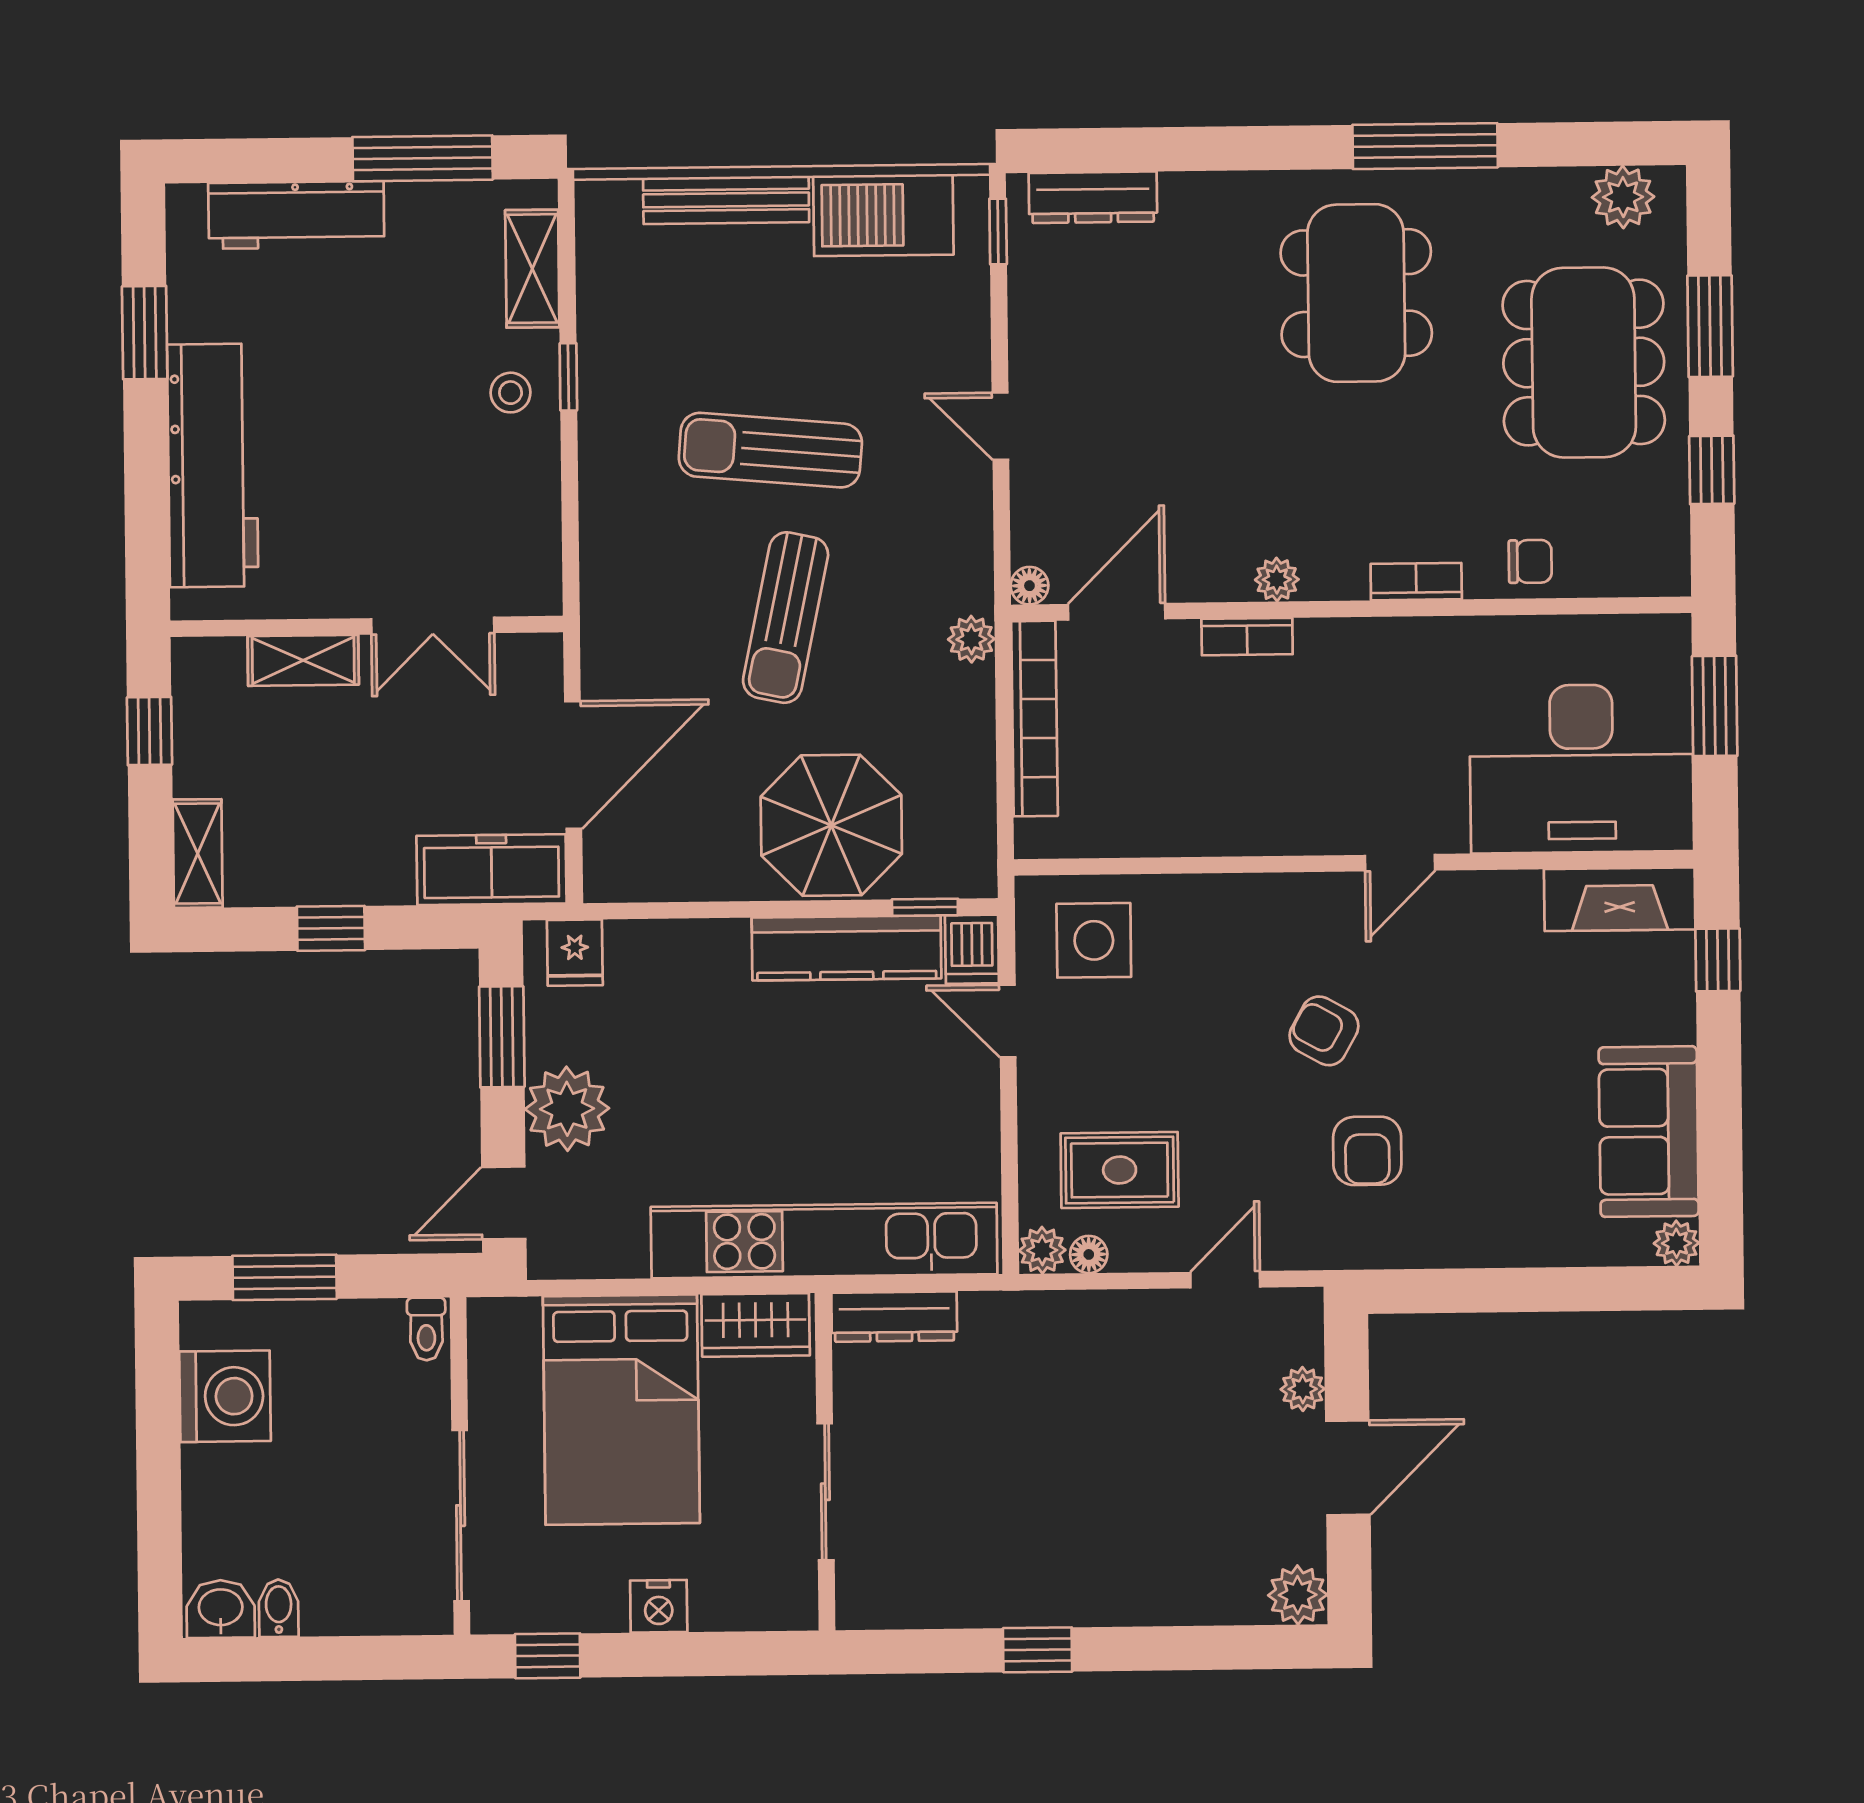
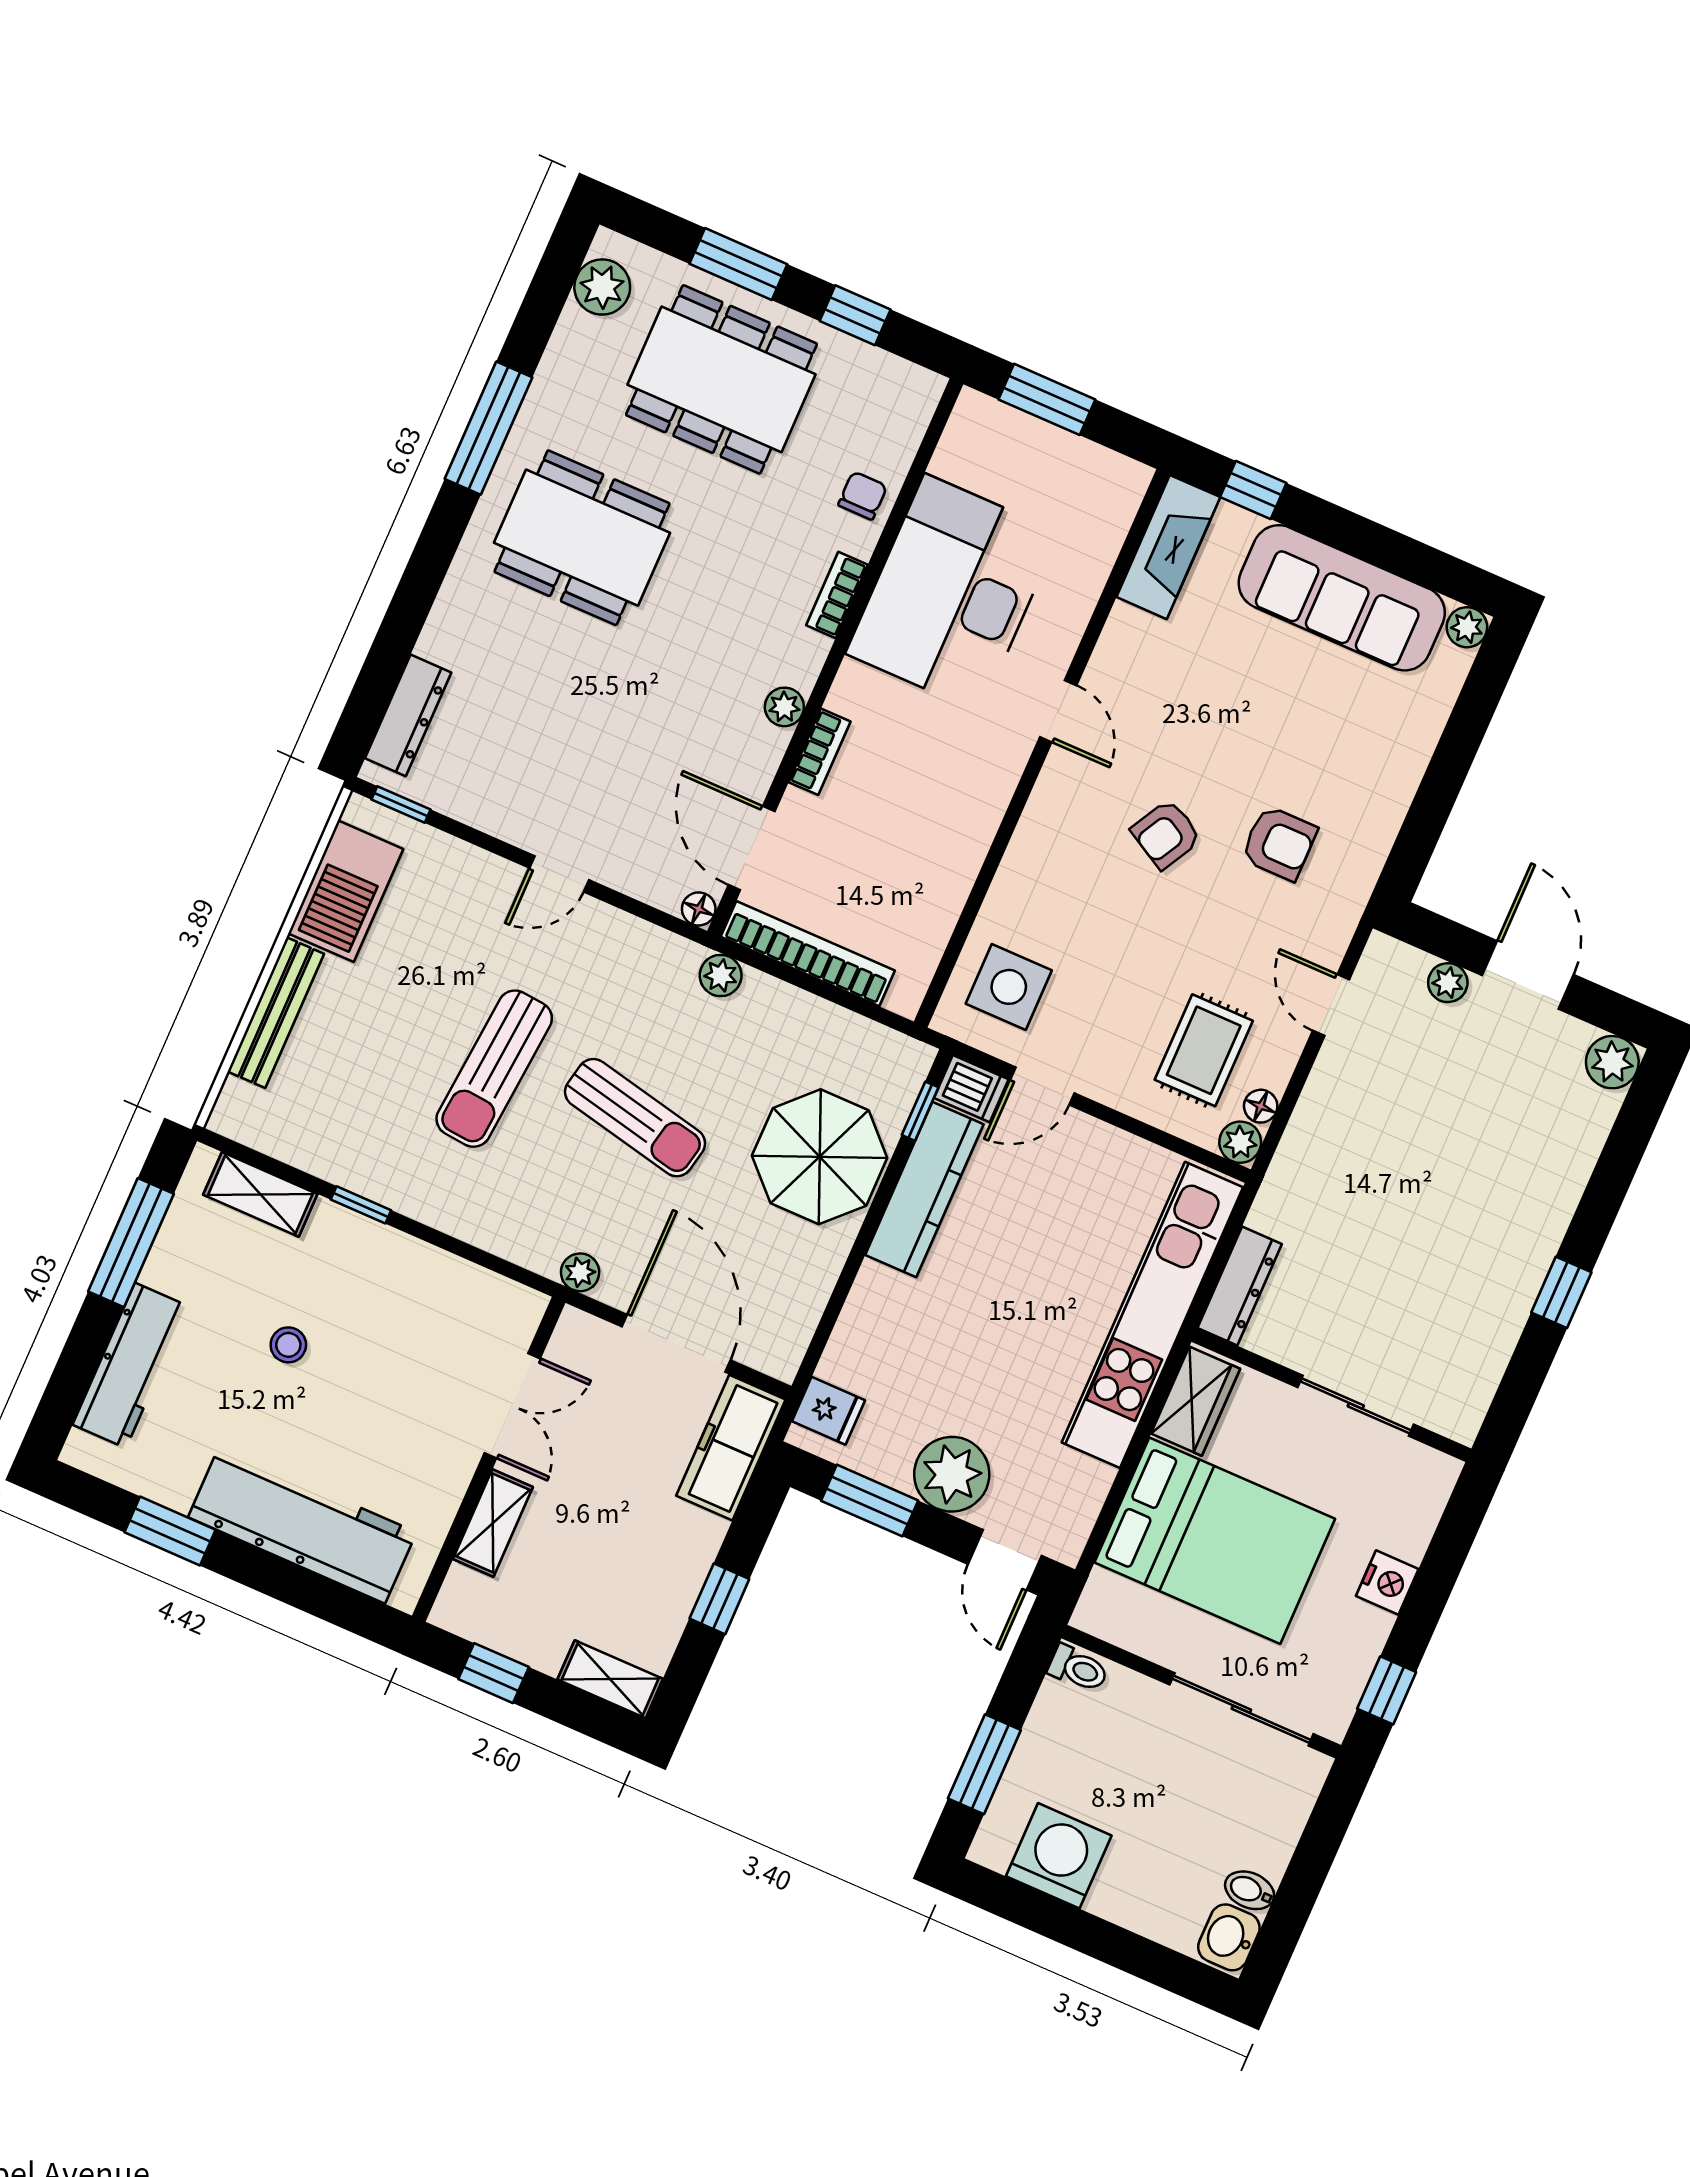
stool: (511, 393) -> (288, 1345), moved
plant: (601, 633) -> (580, 1272), added
desk: (1582, 769) -> (953, 593), moved, turned 180
sofa: (1649, 1132) -> (1342, 598), width x1.36

